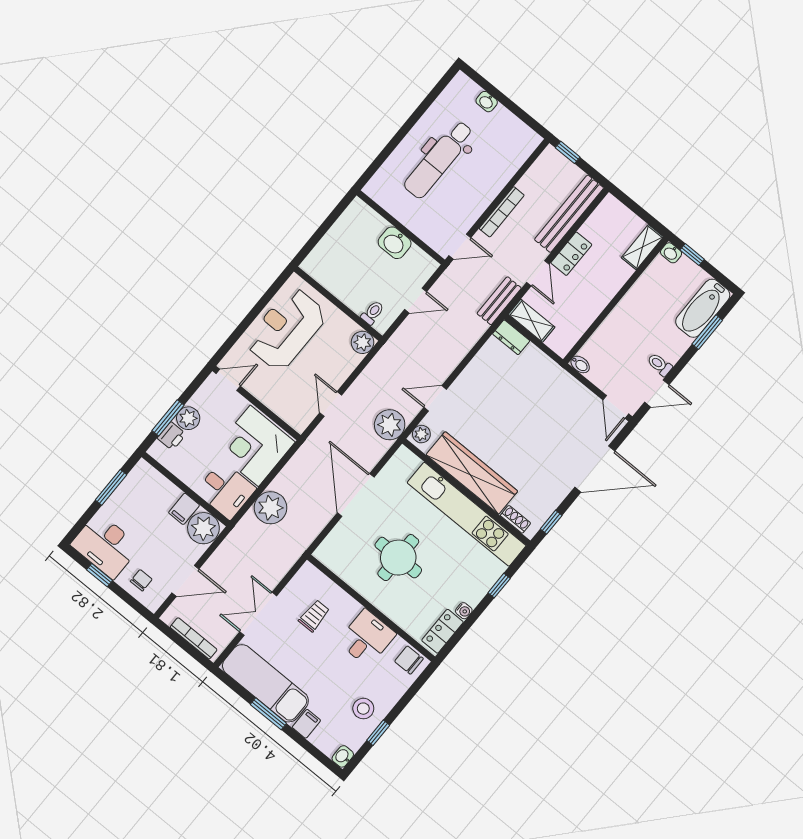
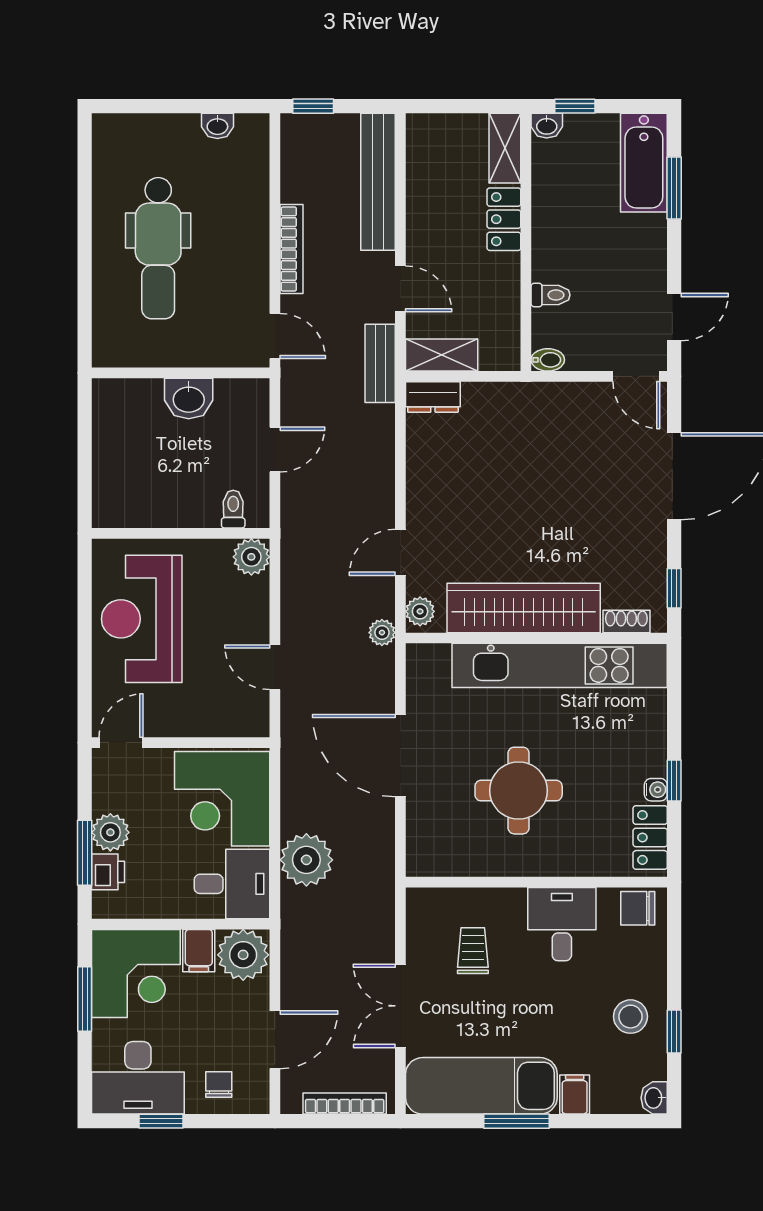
washbasin: (487, 102) -> (217, 126), moved
door: (460, 247) -> (275, 336), hinge flipped
locker: (571, 254) -> (504, 219), moved, turned 180
toilet: (660, 365) -> (551, 295), moved, turned 180
plant: (390, 425) -> (382, 633), width x0.53, depth x0.53
corner desk: (145, 495) -> (136, 973), added
window: (499, 586) -> (674, 780), moved

